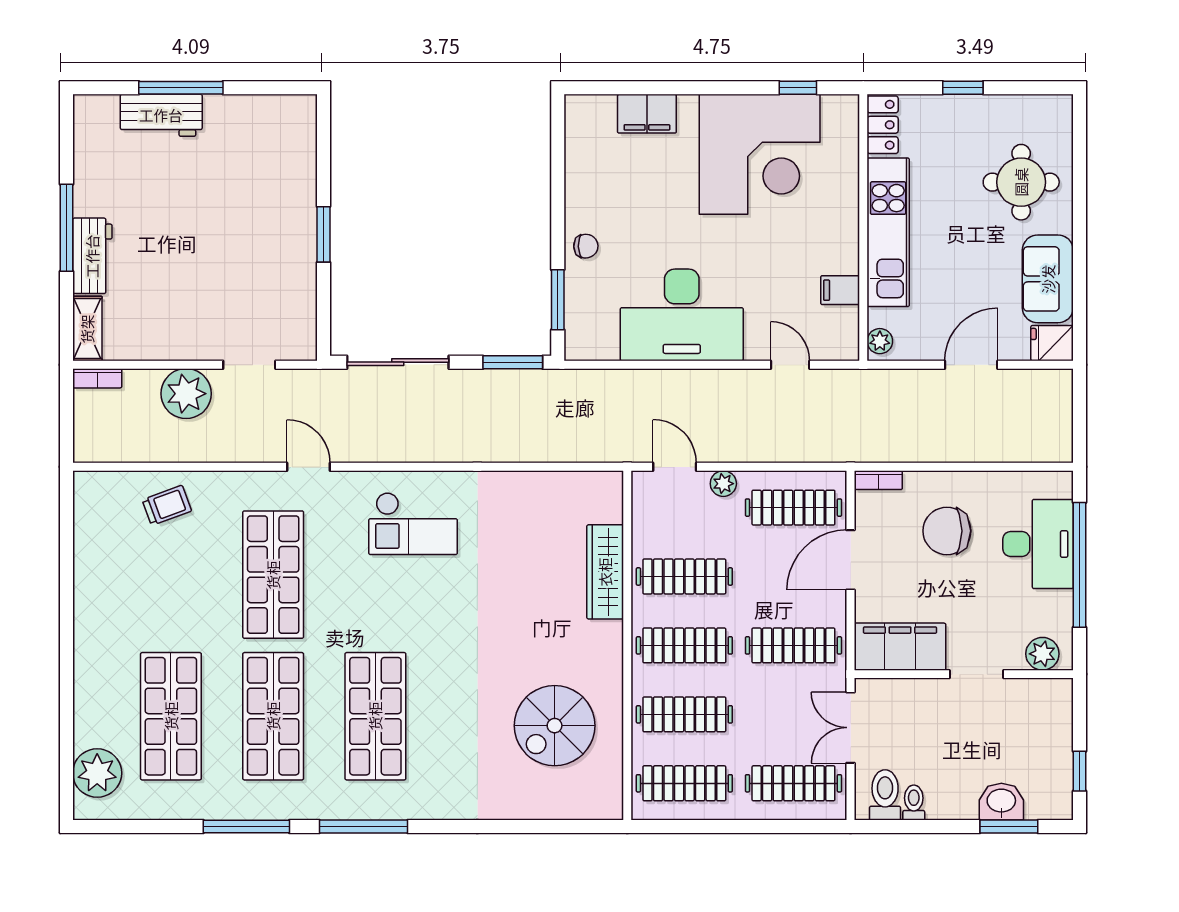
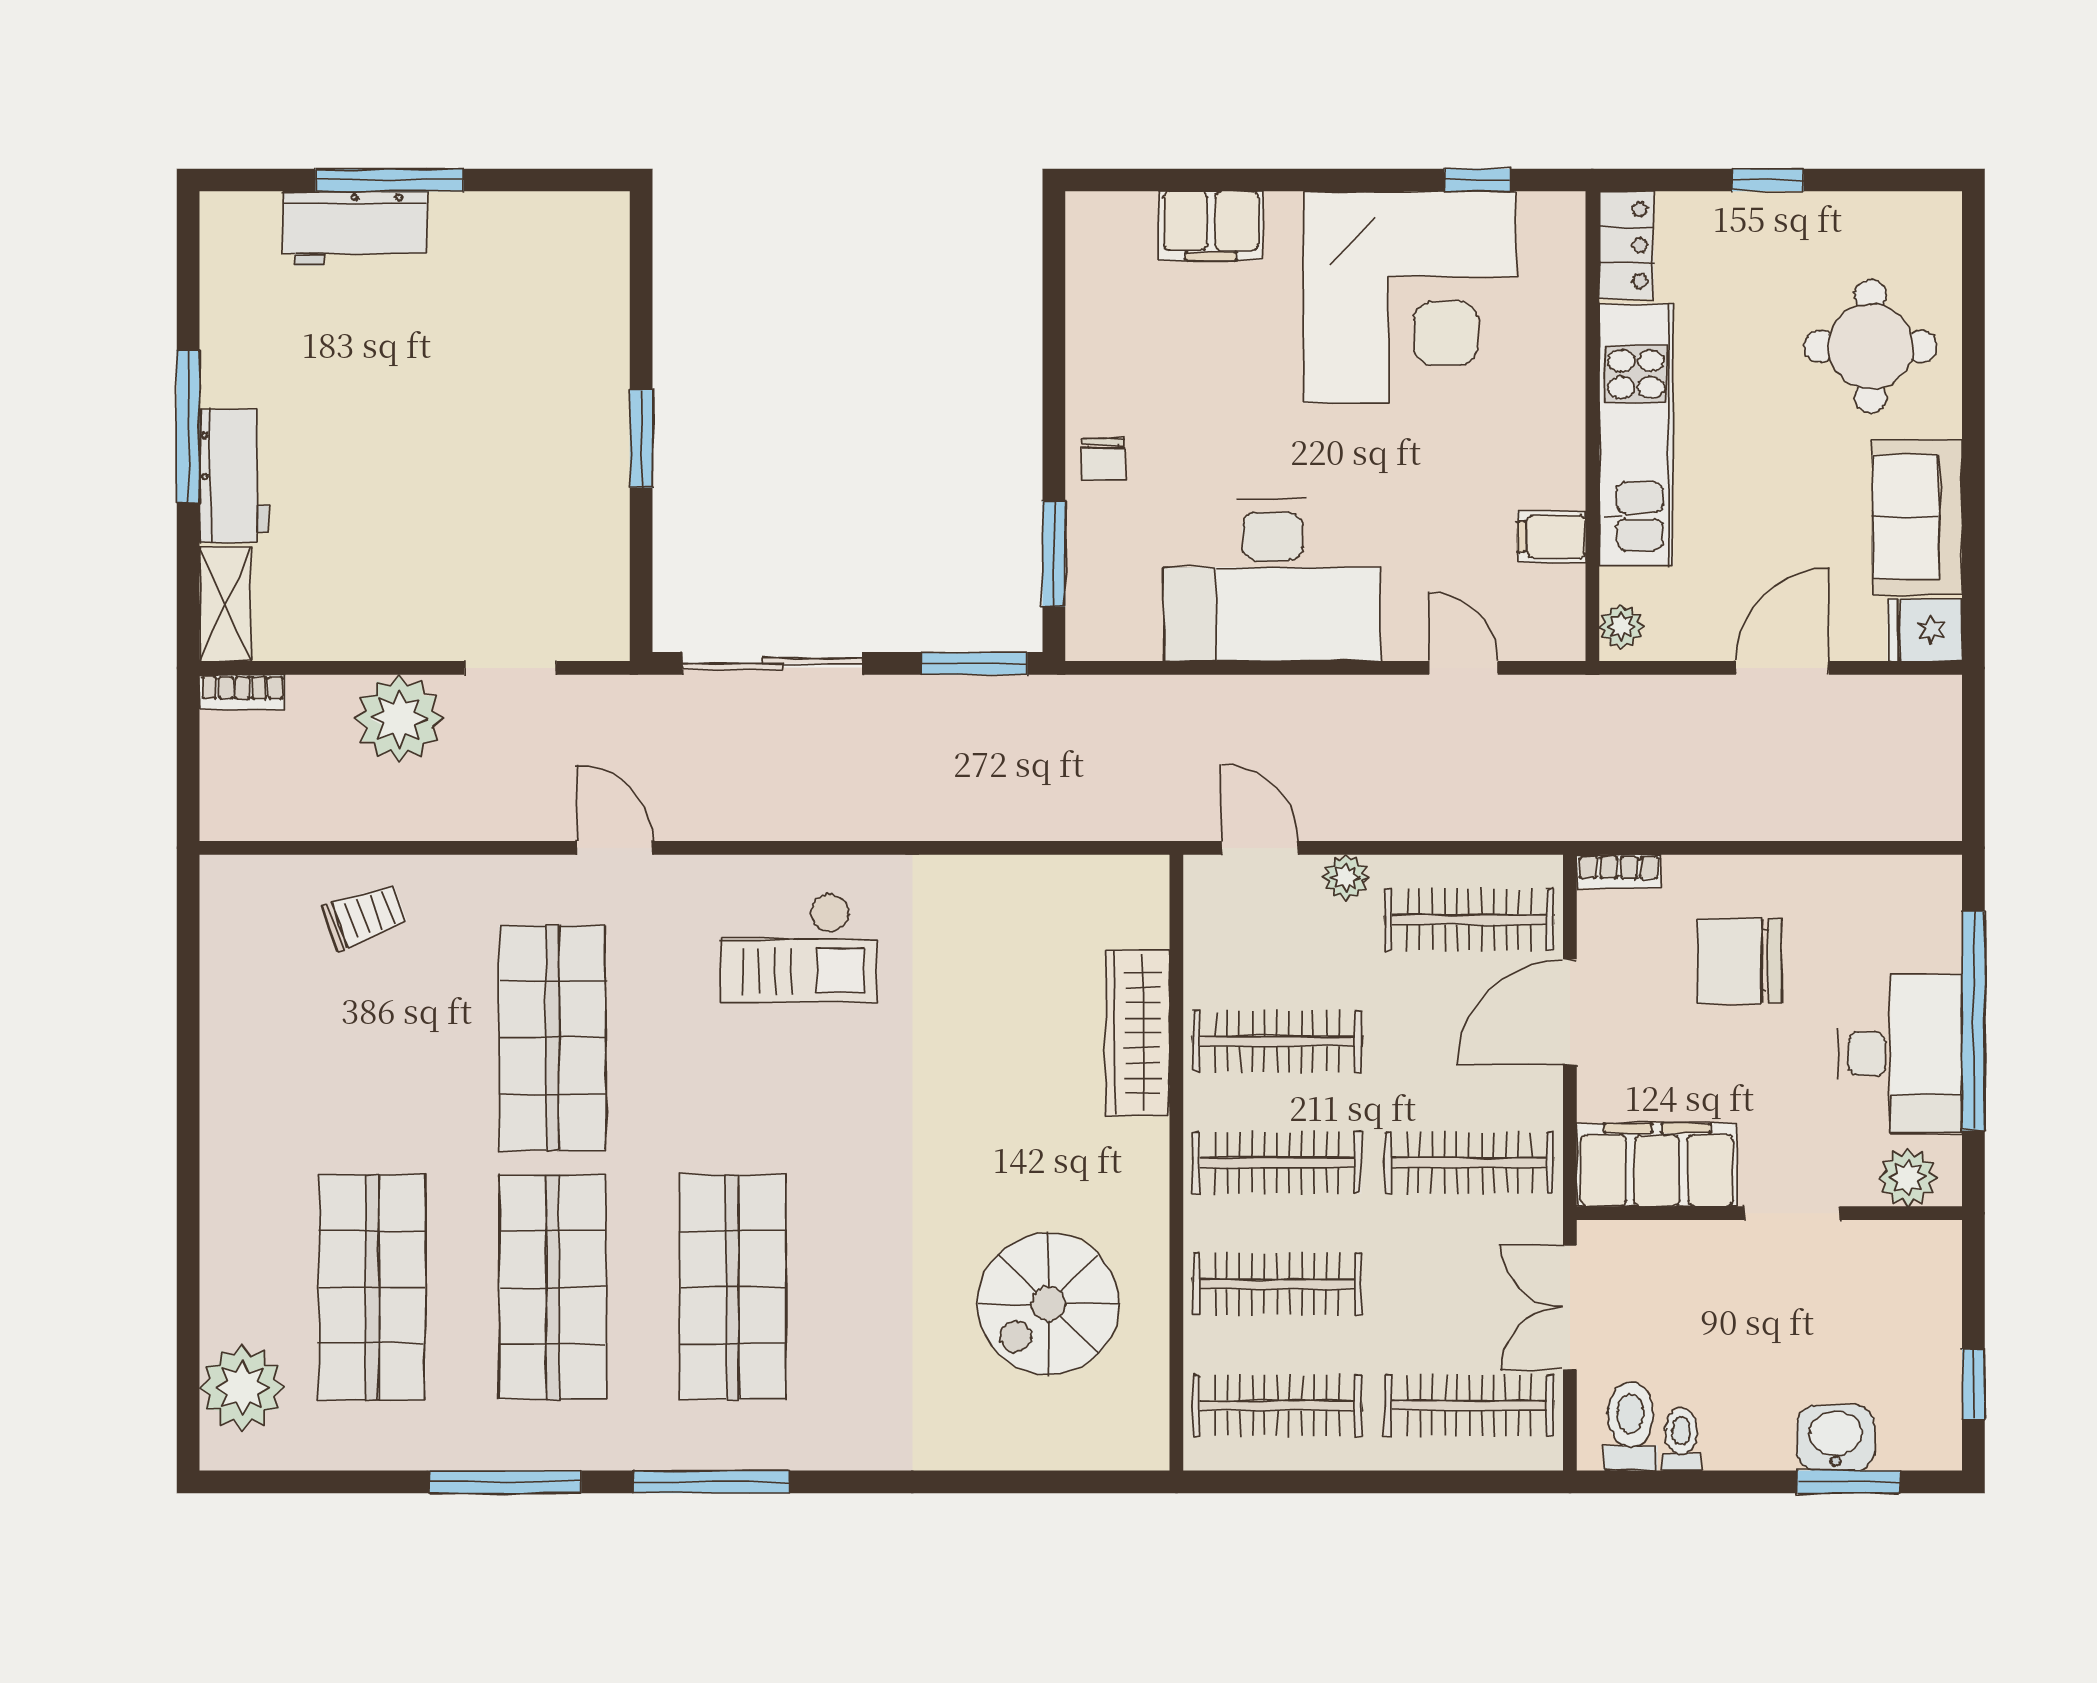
chair: (586, 246) -> (1103, 459), turned 91
desk: (1038, 544) -> (1900, 1054), moved

